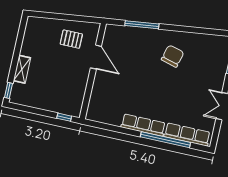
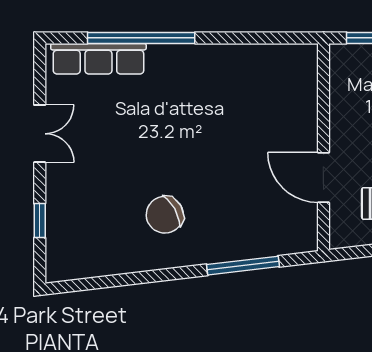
chair: (173, 56) -> (165, 215), turned 46
row of seats: (143, 125) -> (194, 58), removed

